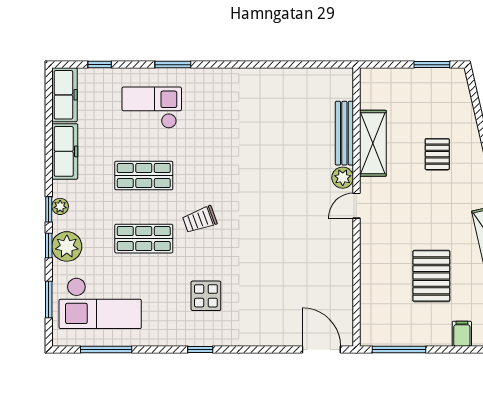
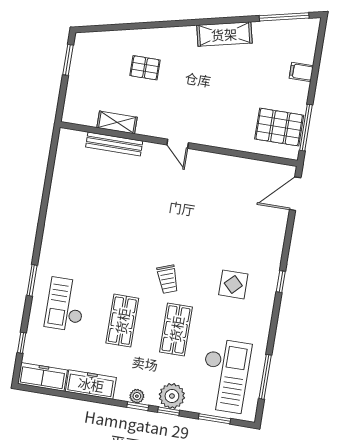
shelving: (373, 143) -> (117, 122), width x0.67, depth x0.75
plant: (343, 178) -> (152, 152), removed
pallet: (431, 276) -> (279, 127), moved
window: (200, 350) -> (281, 282), moved

